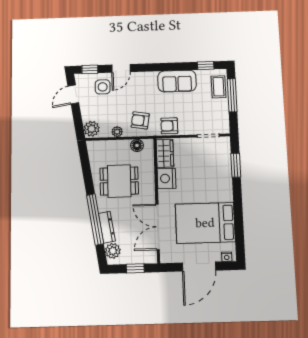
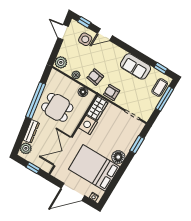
door: (73, 94) -> (63, 32), hinge flipped
floor lamp: (224, 193) -> (118, 157), added
window: (95, 219) -> (36, 100), moved

